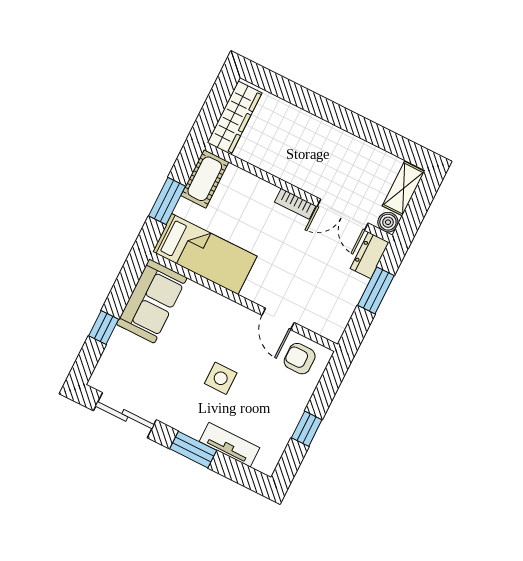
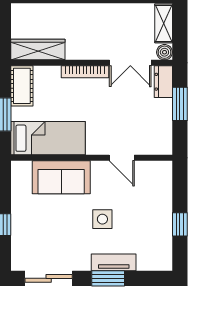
wardrobe: (235, 118) -> (38, 50), moved, turned -90
bookcase: (295, 204) -> (85, 72), width x1.56
sofa: (152, 301) -> (61, 177), moved, turned 90
armchair: (300, 359) -> (151, 178), removed
tv unit: (230, 445) -> (114, 262), moved

